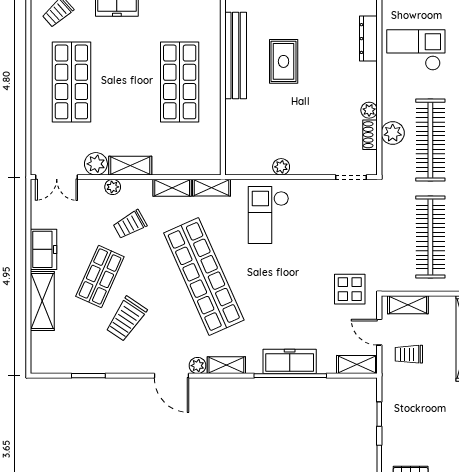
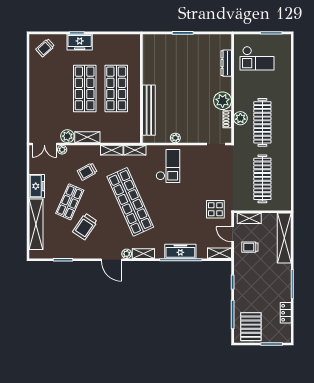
checkout: (416, 50) -> (257, 58), moved, turned 180
bench: (236, 56) -> (149, 110), moved
rug: (284, 61) -> (177, 76), removed
shop shelf: (71, 82) -> (85, 88), moved
plant: (369, 110) -> (223, 101), width x1.88, depth x1.88
plant: (113, 187) -> (62, 150), moved
checkout: (268, 215) -> (168, 166), turned 180
shelving: (42, 301) -> (36, 224), width x1.47

